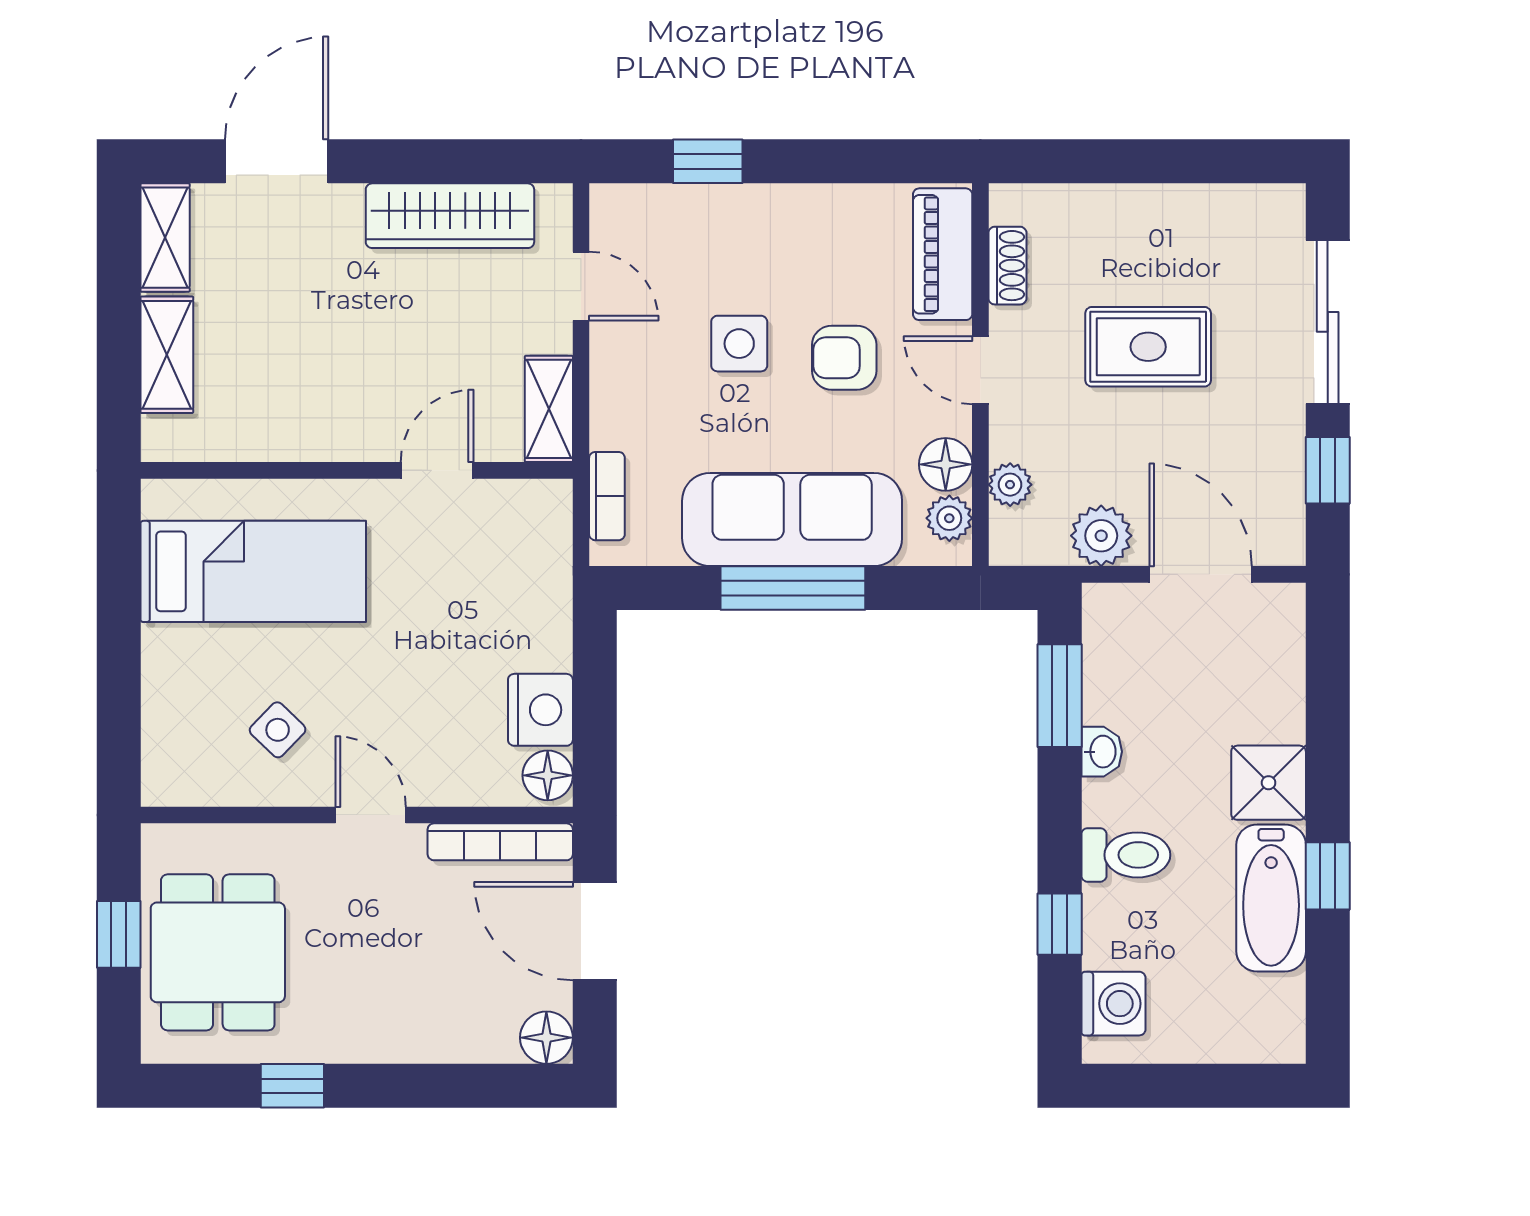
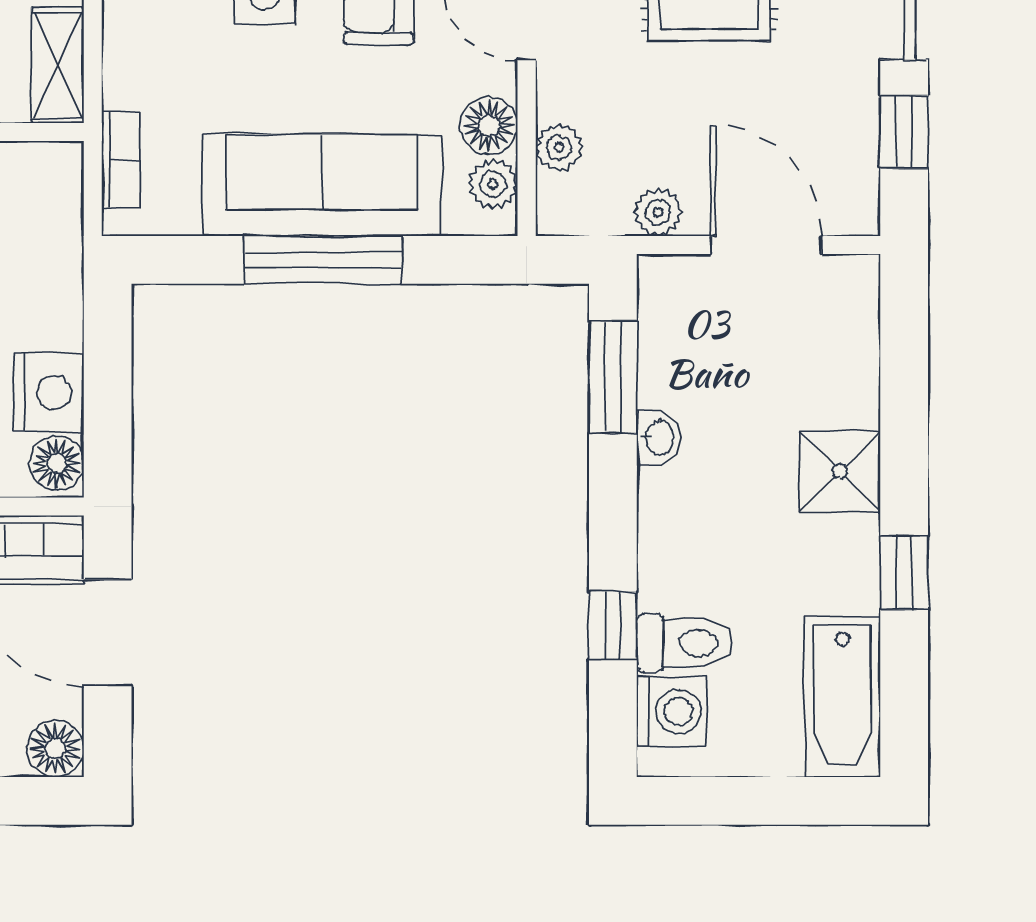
plant: (1101, 536) -> (658, 212), width x0.73, depth x0.73
toilet: (1126, 855) -> (685, 643), moved
bathtub: (1271, 898) -> (843, 697), moved

